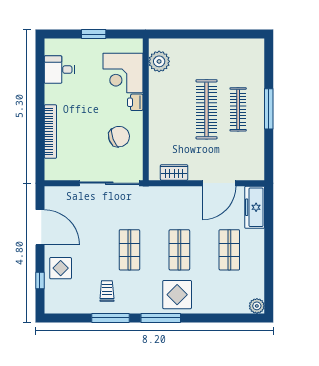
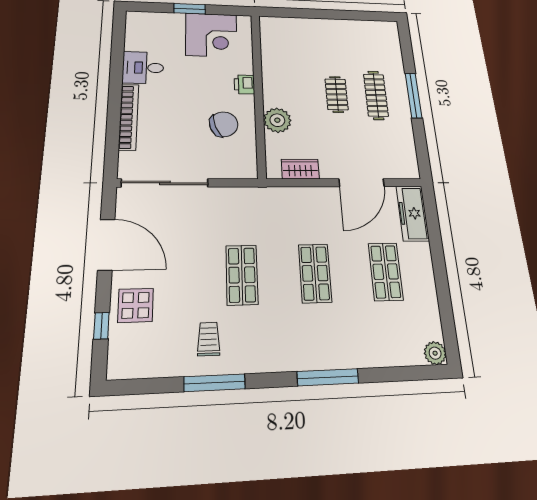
plant: (159, 61) -> (277, 120), moved
desk: (59, 70) -> (143, 68), moved
corner desk: (123, 73) -> (211, 35), moved, turned -90
clothes rail: (207, 109) -> (337, 94), width x0.54, depth x0.76
sliding door: (109, 183) -> (165, 183), moved
display table: (177, 295) -> (316, 340), removed
window: (161, 318) -> (328, 377), moved

